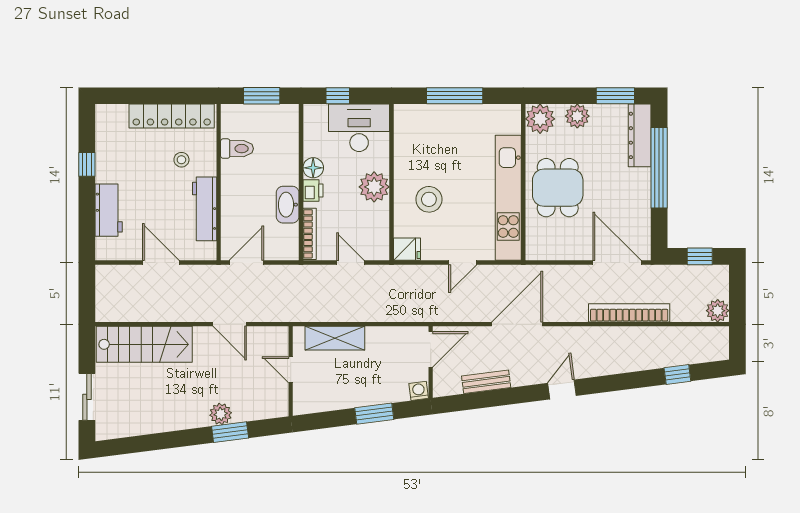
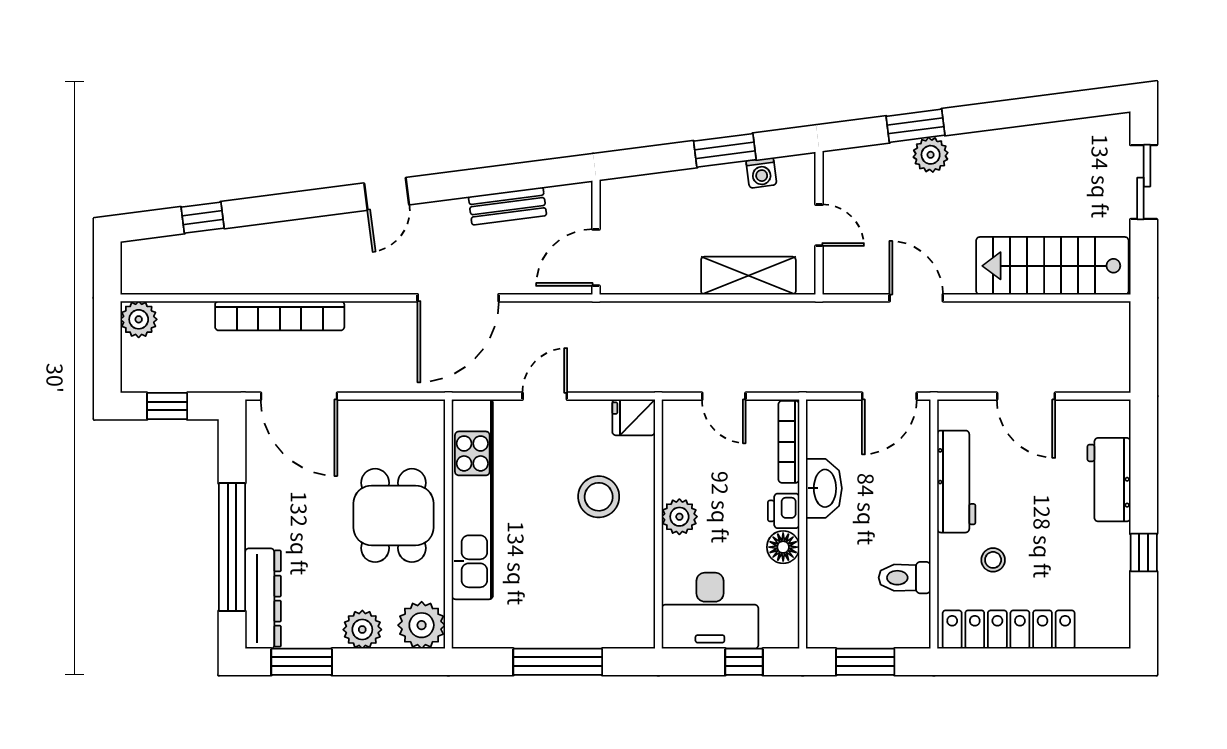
plant: (374, 187) -> (679, 517), width x0.73, depth x0.73
washing machine: (419, 391) -> (761, 173), moved
window: (374, 414) -> (725, 150), moved

